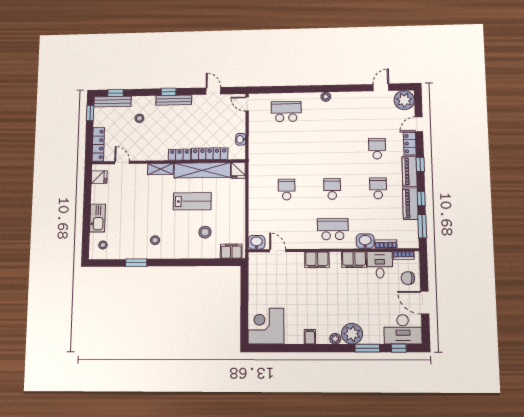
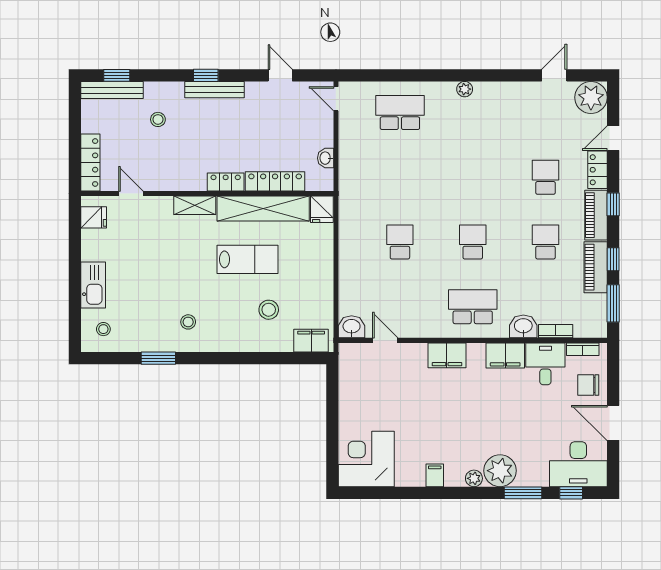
window: (90, 113) -> (75, 109), removed

